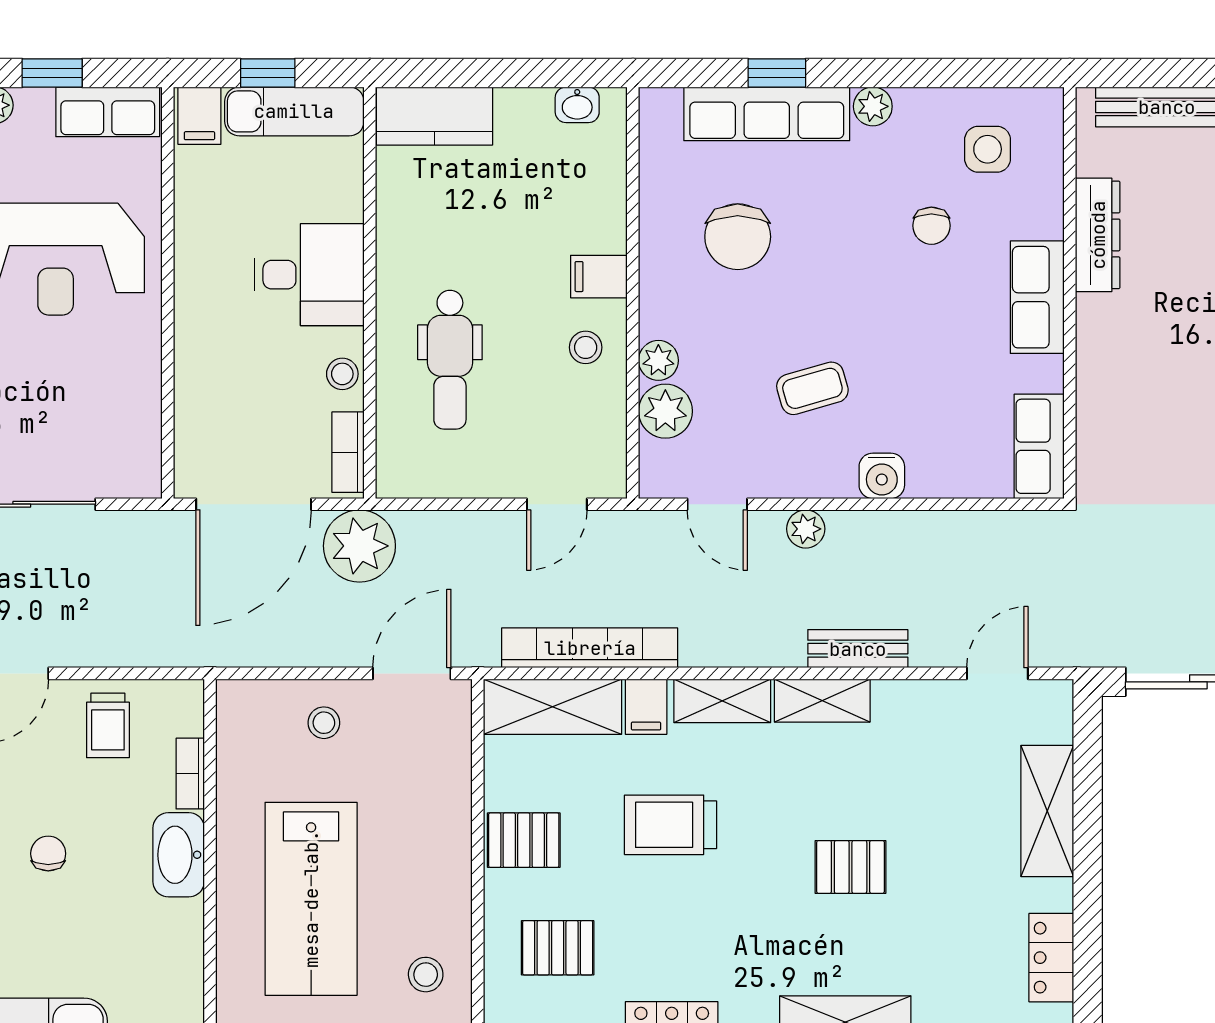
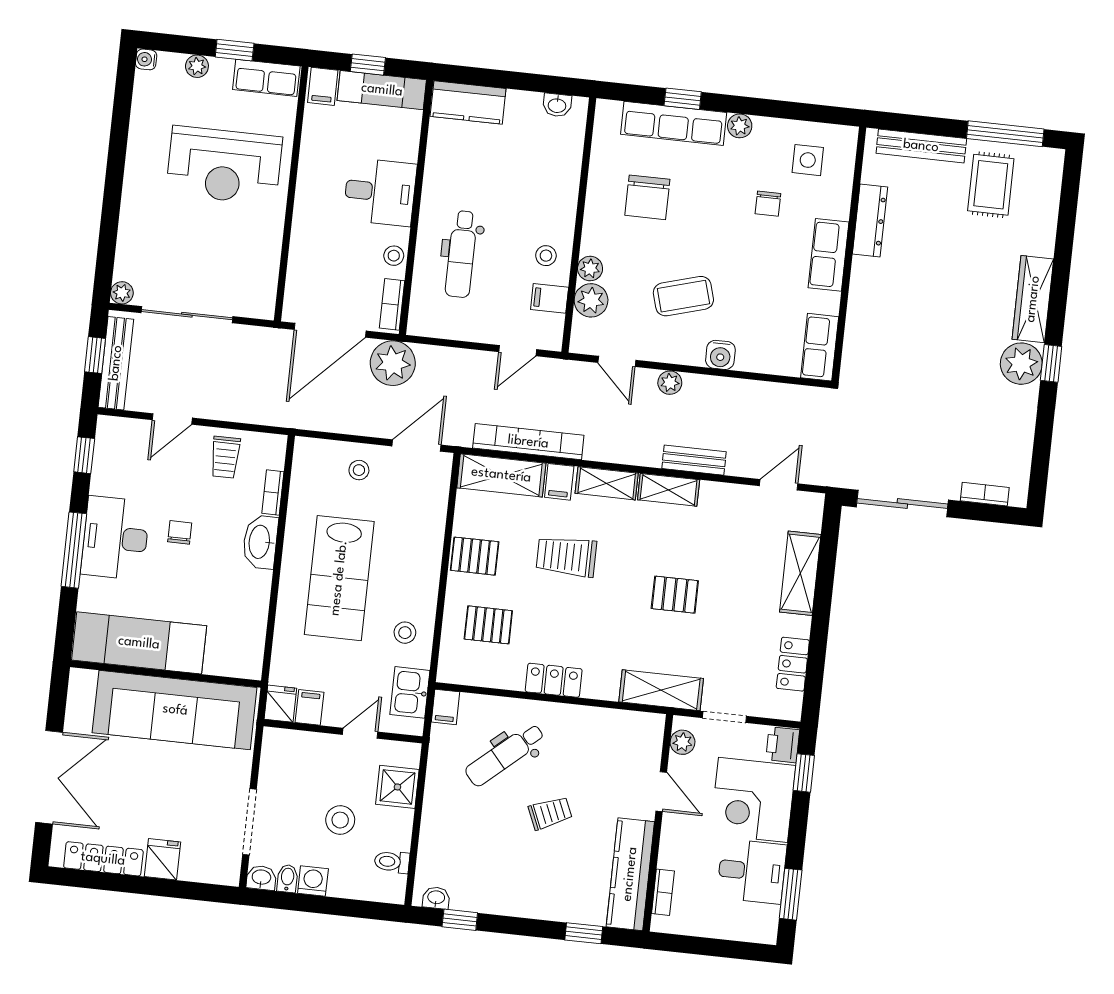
filing cabinet: (599, 277) -> (550, 298), moved
coffee table: (812, 388) -> (683, 296), width x1.36, depth x1.30

